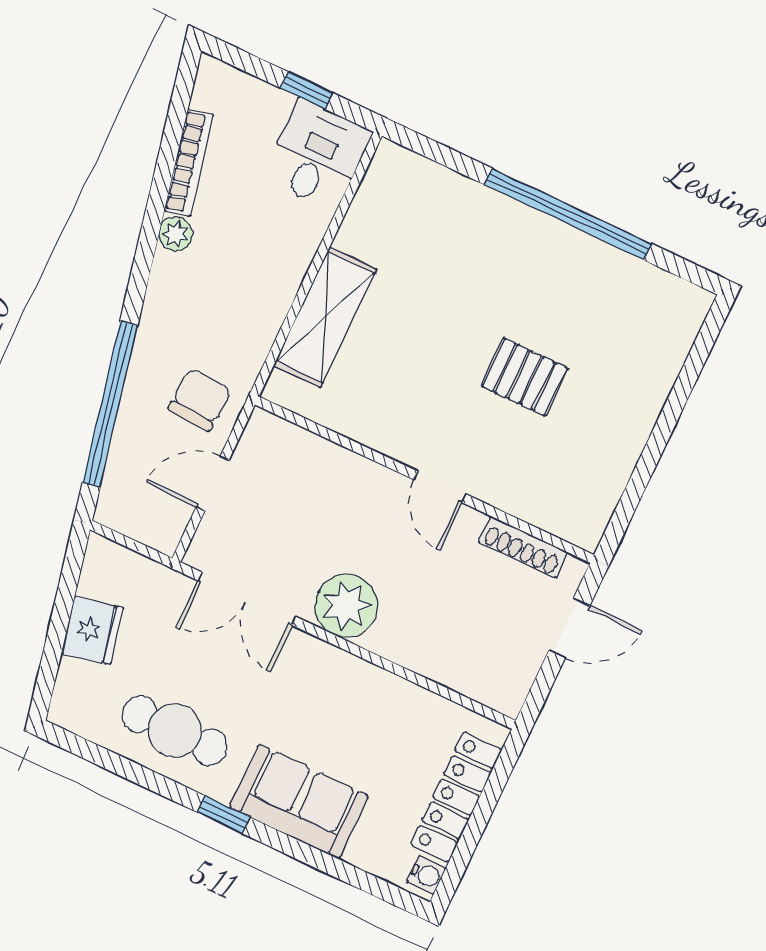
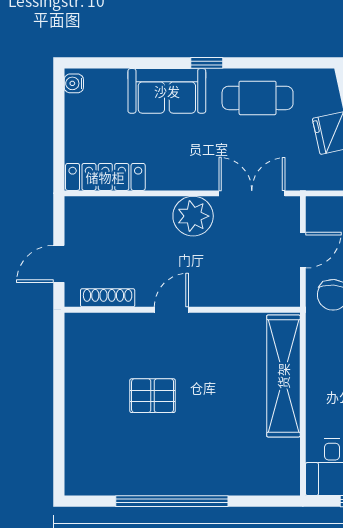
shelving: (325, 317) -> (283, 376), width x1.47
door: (440, 487) -> (171, 310), hinge flipped
locker: (456, 797) -> (105, 177), moved, turned -90

